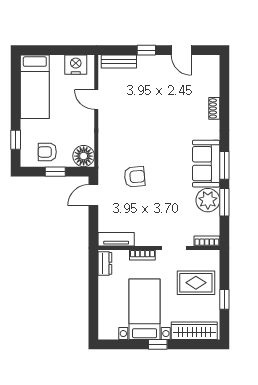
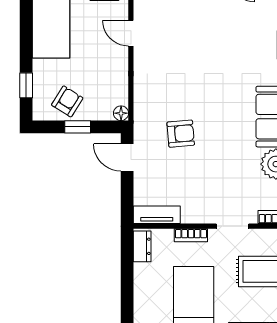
armchair: (47, 152) -> (67, 101), turned 122
floor lamp: (84, 156) -> (121, 113), width x0.53, depth x0.53
door: (93, 195) -> (127, 157), hinge flipped

